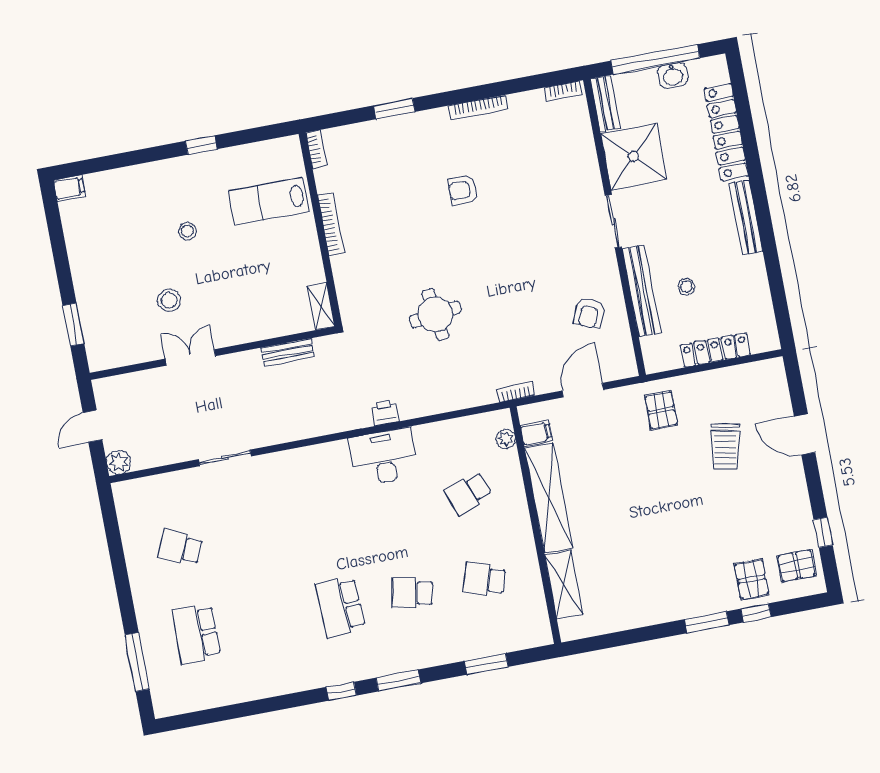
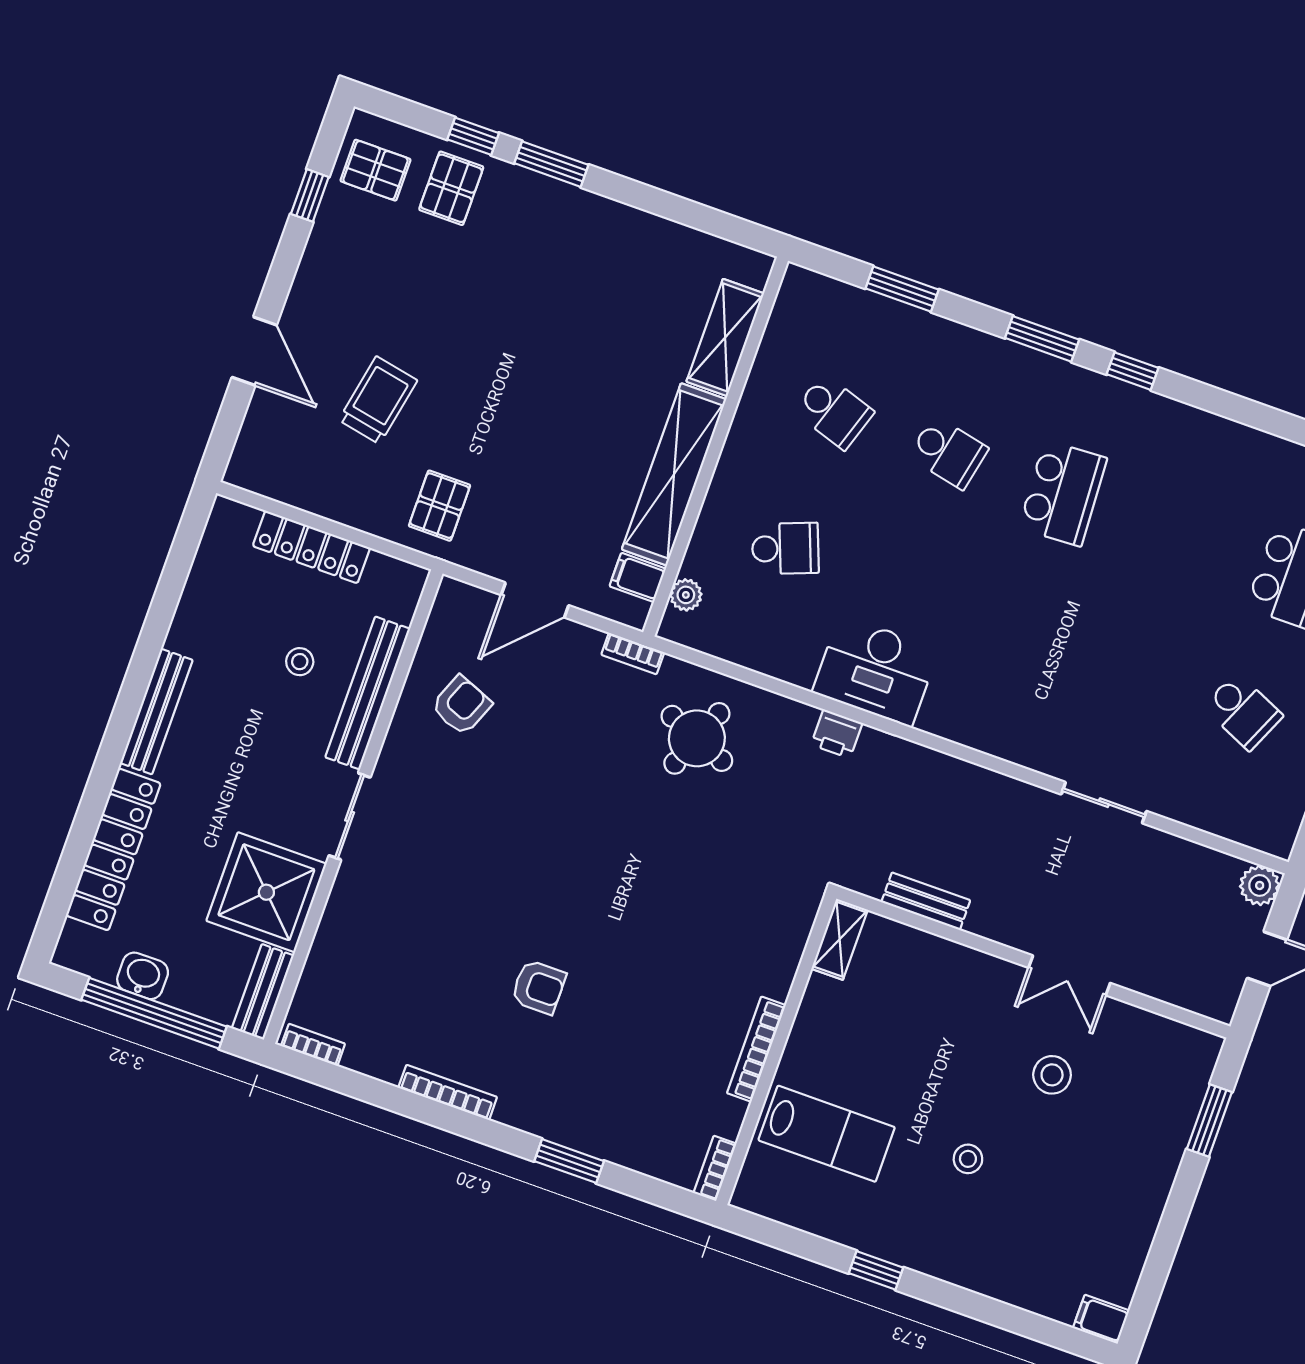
round table: (435, 314) -> (697, 738), moved, turned 30

